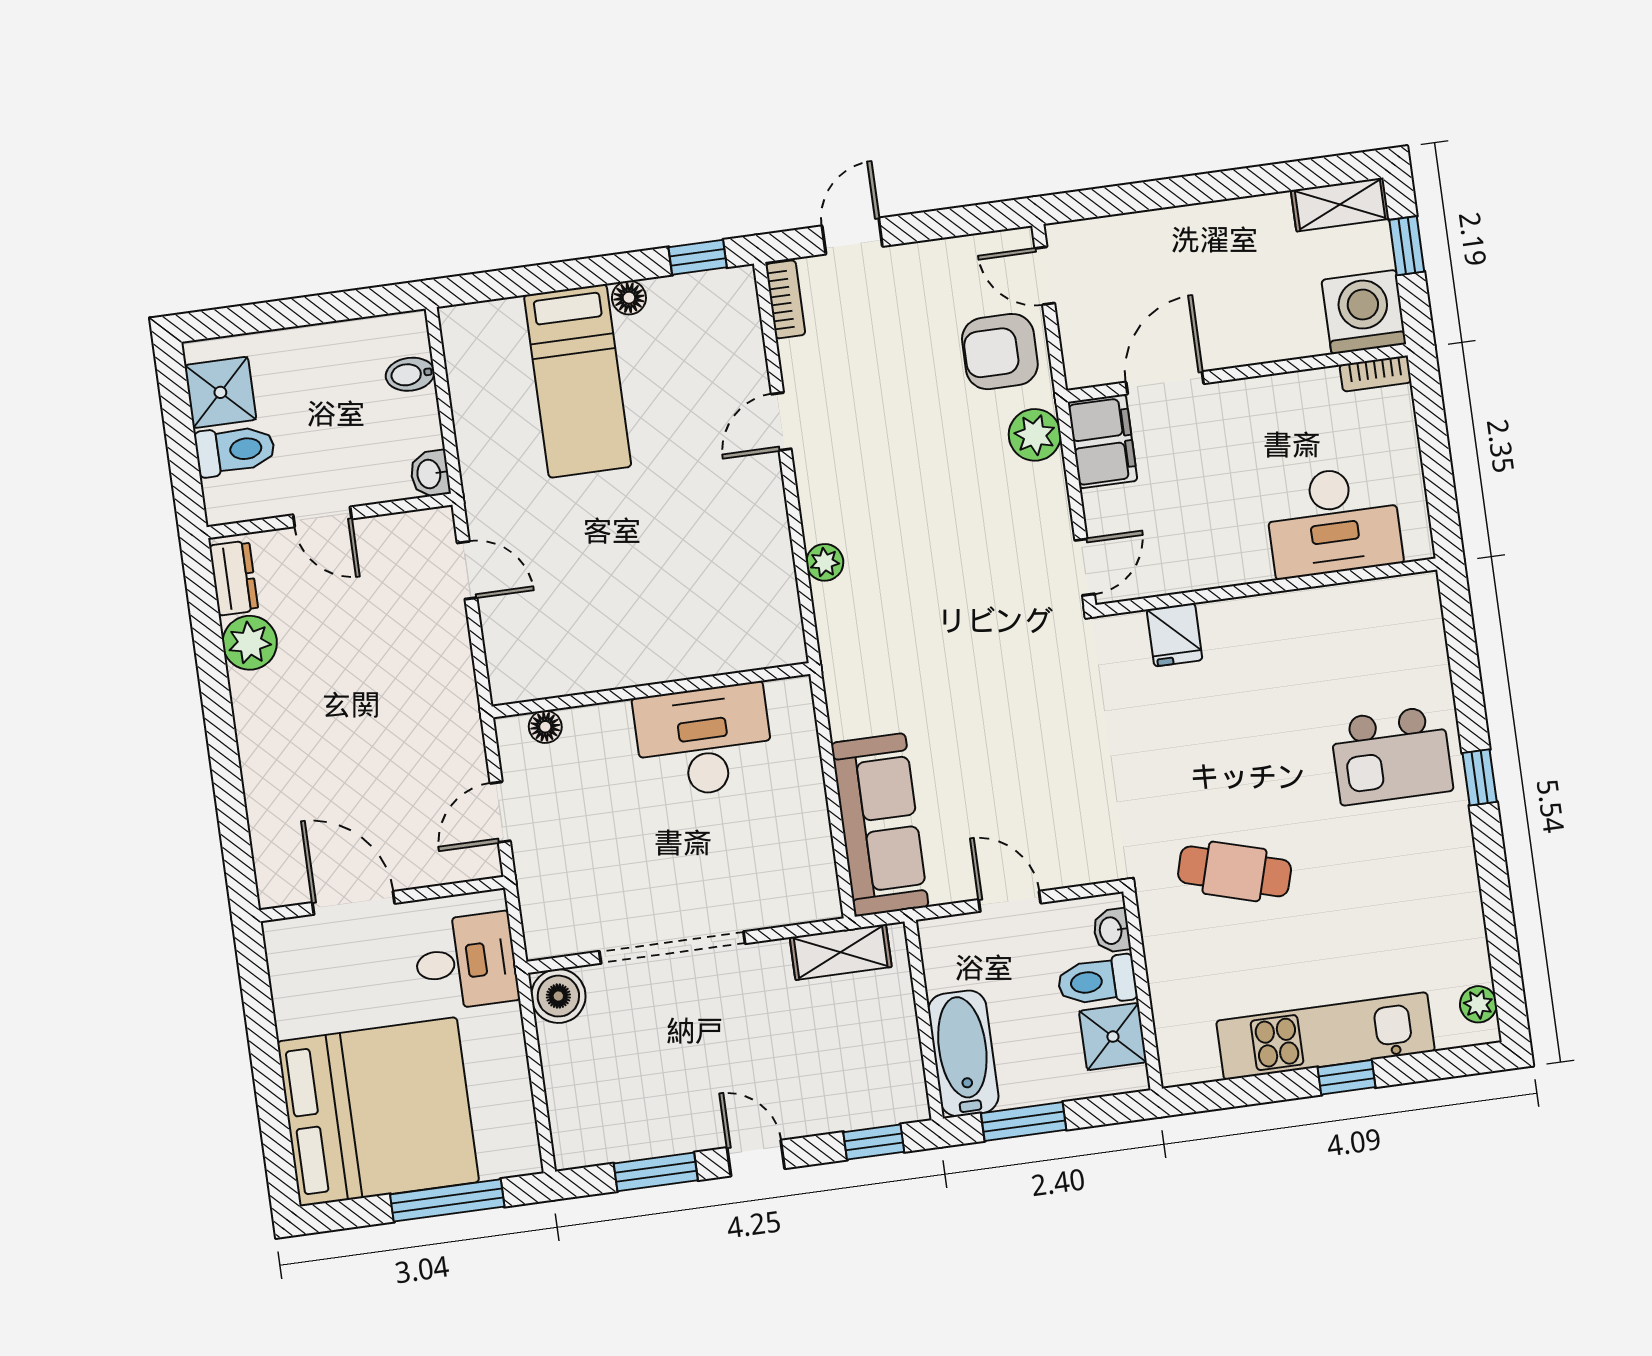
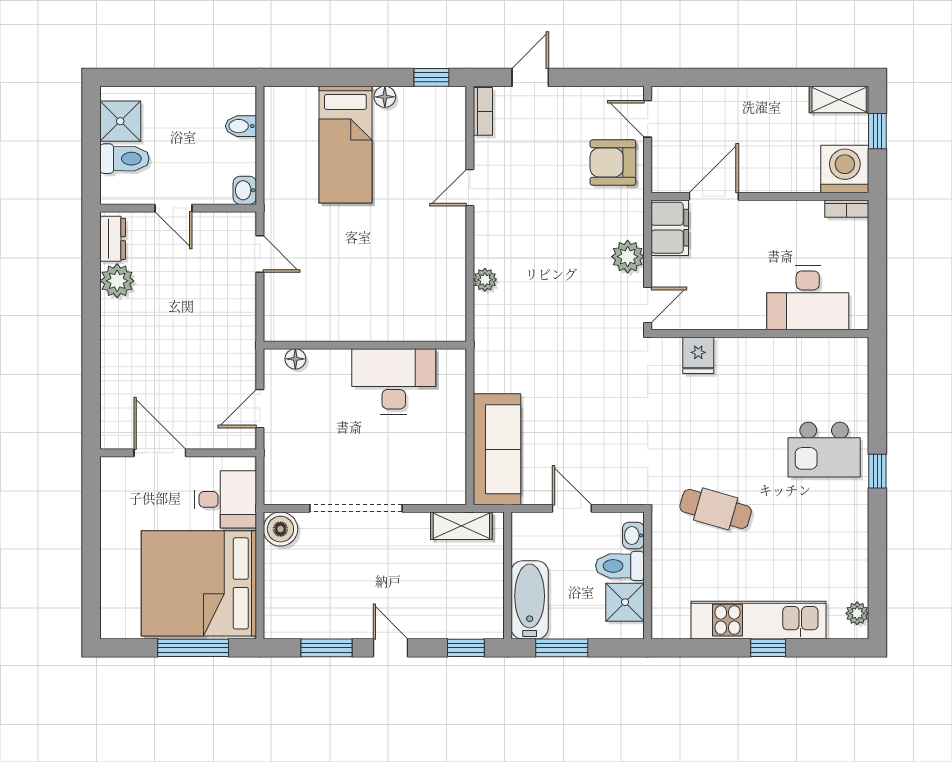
plant: (1035, 435) -> (628, 257), moved
bed: (378, 1112) -> (199, 583), moved, turned 180

